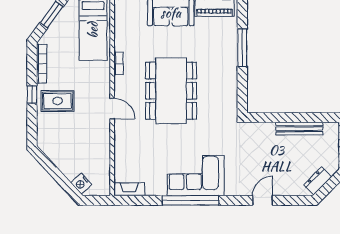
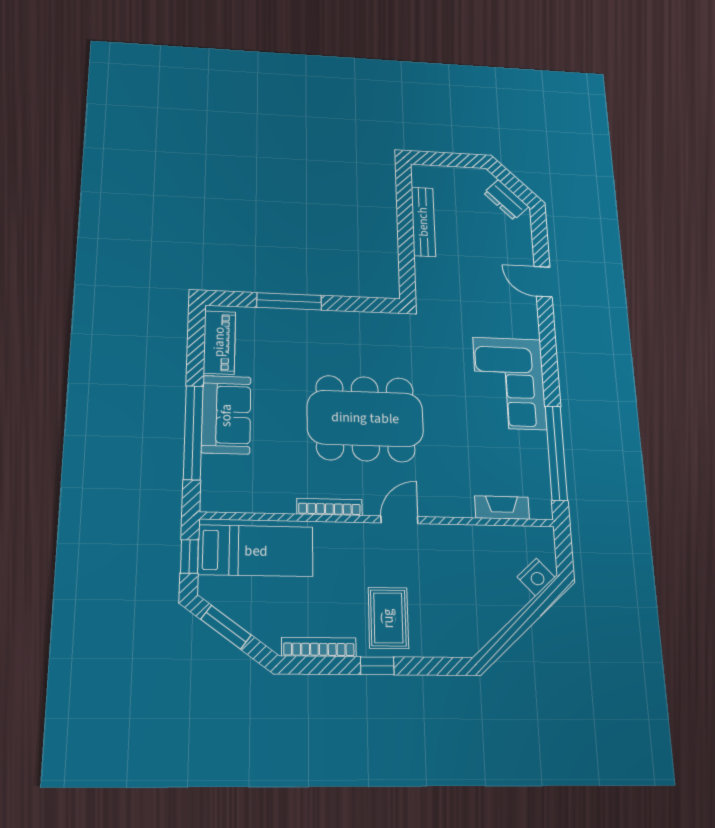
bookcase: (119, 63) -> (329, 507), width x1.56
fireplace: (129, 189) -> (502, 508), moved, turned 90
window: (191, 200) -> (556, 453), moved

